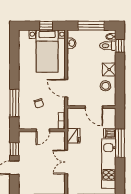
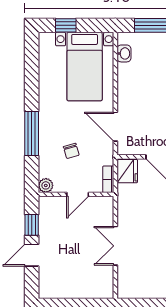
window: (46, 26) -> (66, 25), moved
window: (14, 103) -> (32, 134), moved
plant: (23, 125) -> (46, 185), added
fridge: (73, 136) -> (127, 171), moved

